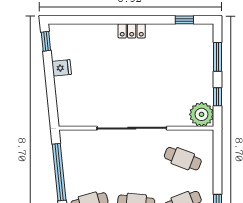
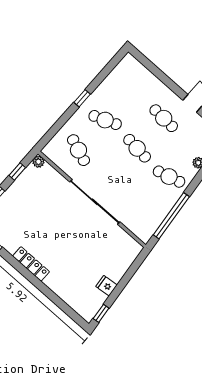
locker: (132, 31) -> (31, 264), width x1.53
plant: (202, 114) -> (38, 162), width x0.53, depth x0.53

